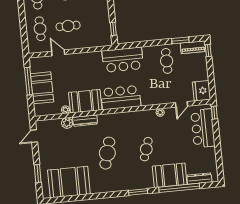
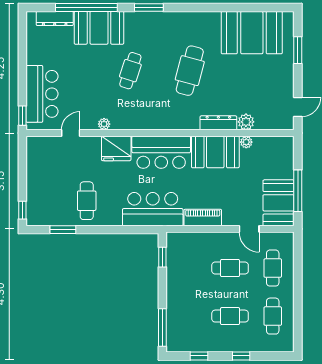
piano: (193, 47) -> (203, 217), moved
booth: (42, 88) -> (279, 203), moved
fridge: (201, 91) -> (116, 148), moved, turned 90

